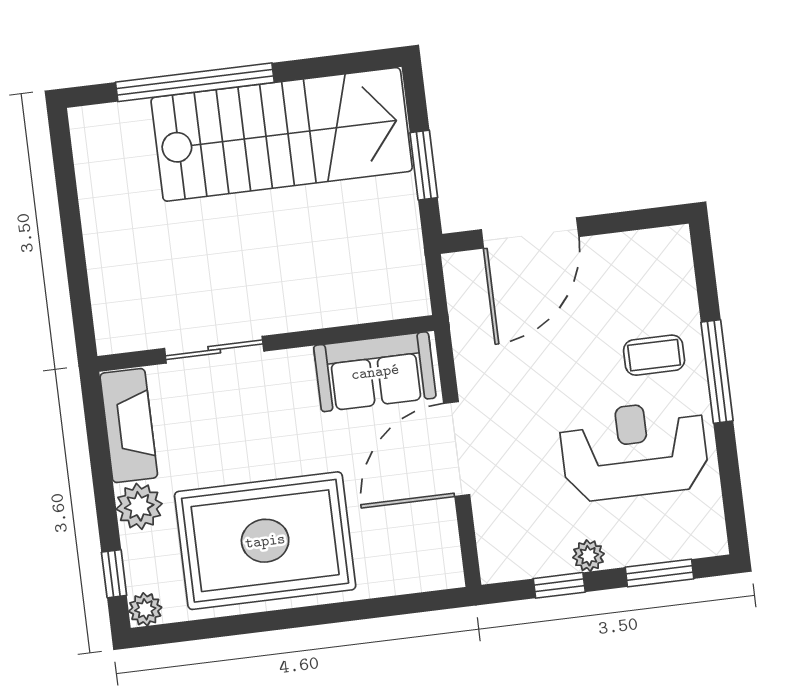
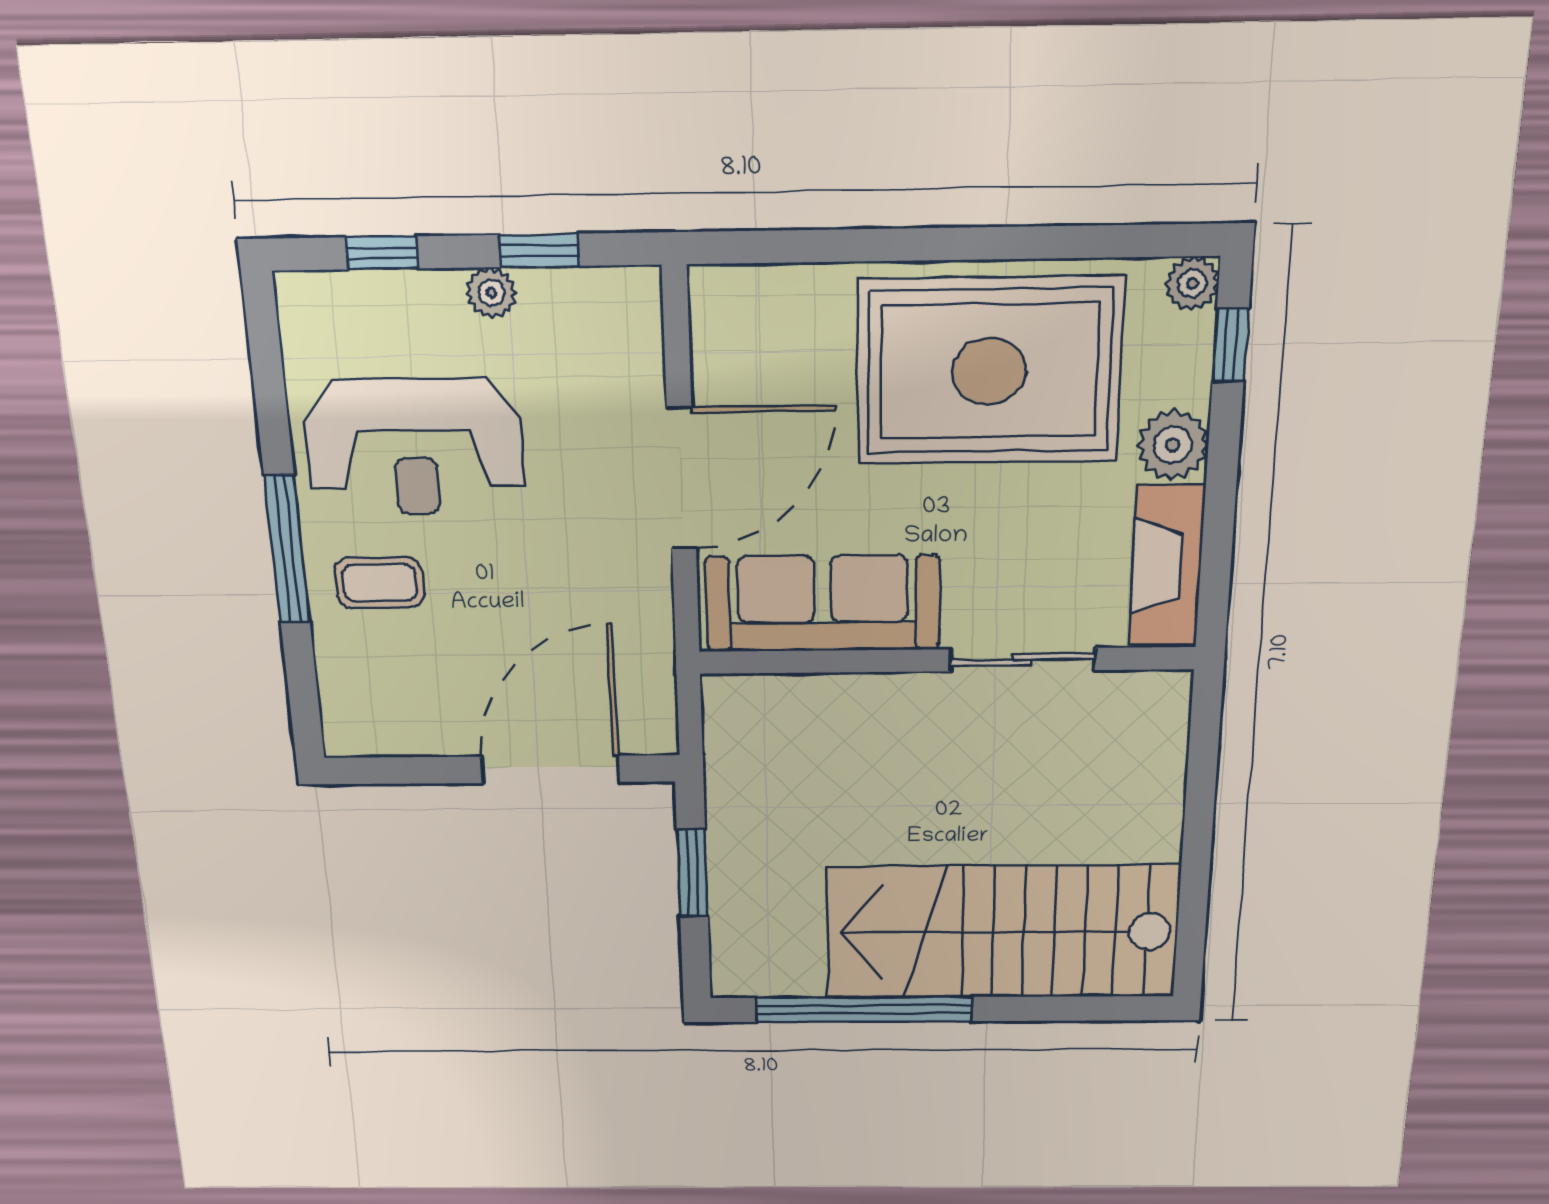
window: (195, 82) -> (864, 1009), moved
stairs: (282, 134) -> (1002, 932), moved
sofa: (375, 372) -> (823, 603), width x1.36
window: (660, 573) -> (382, 253), width x0.67

